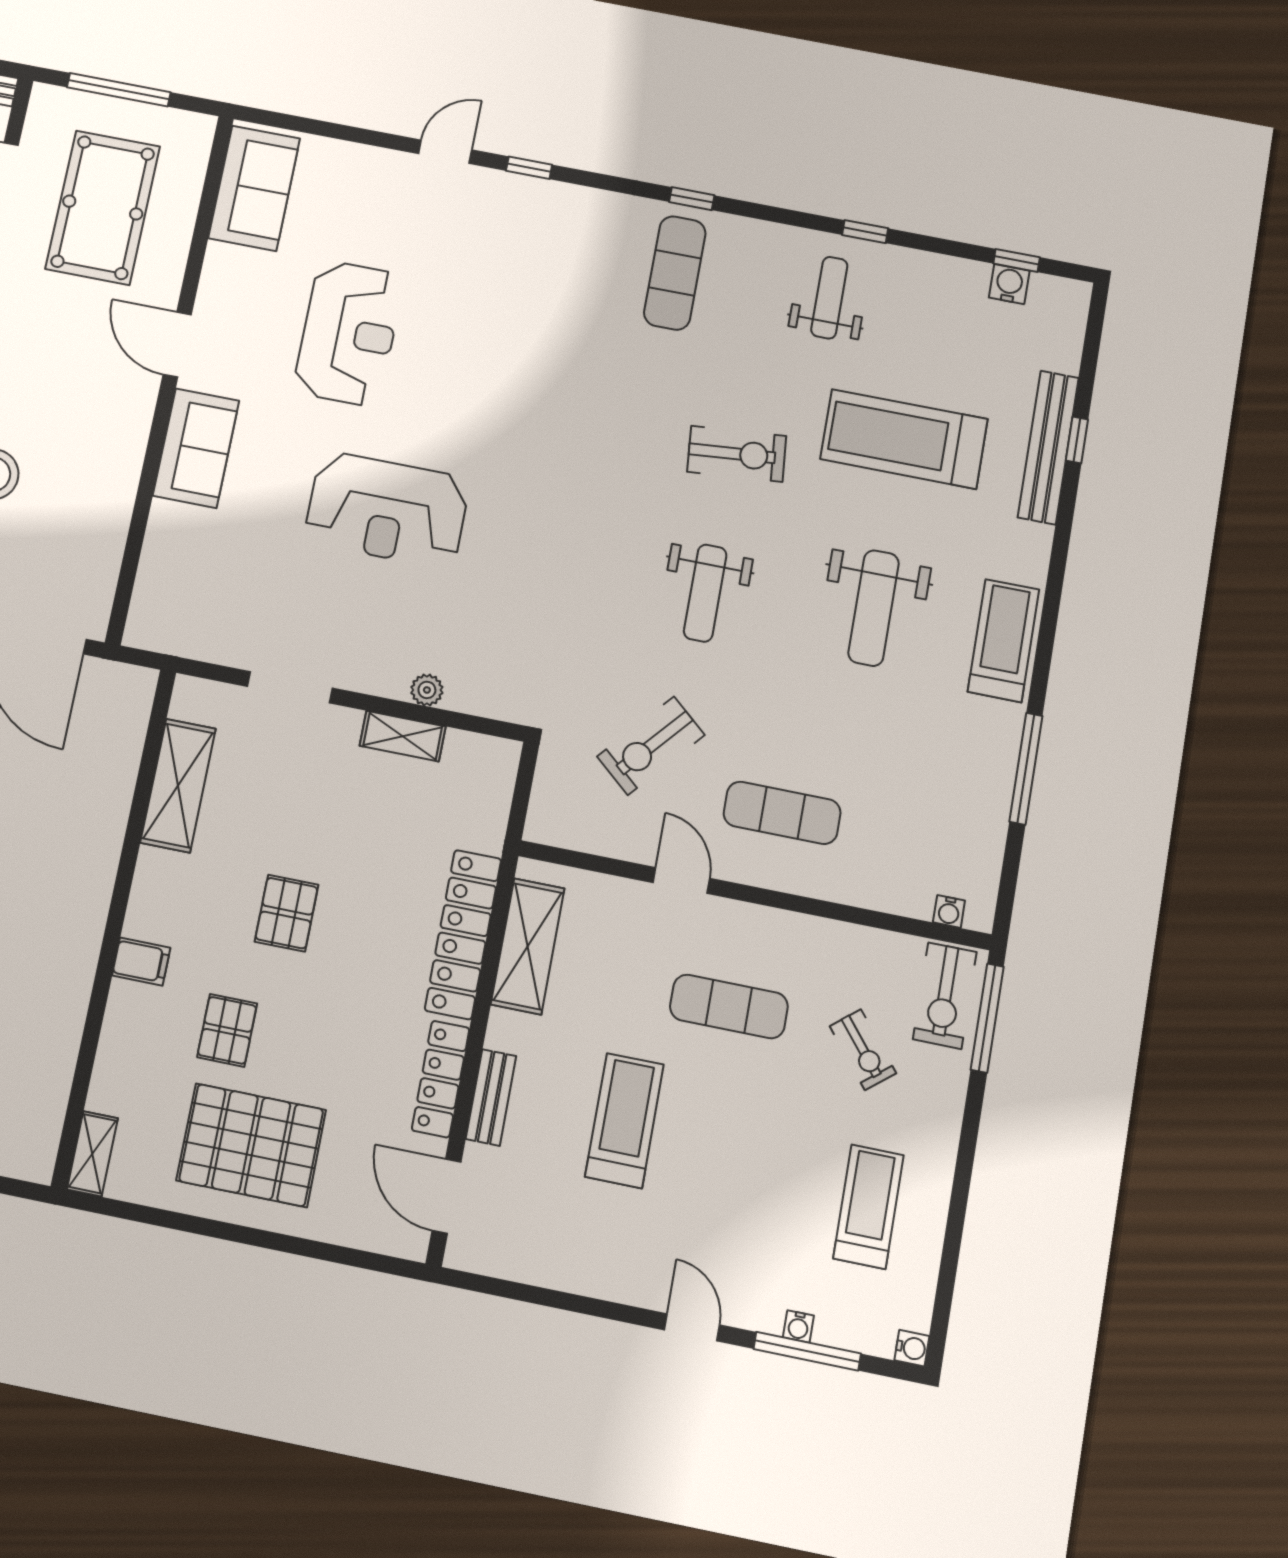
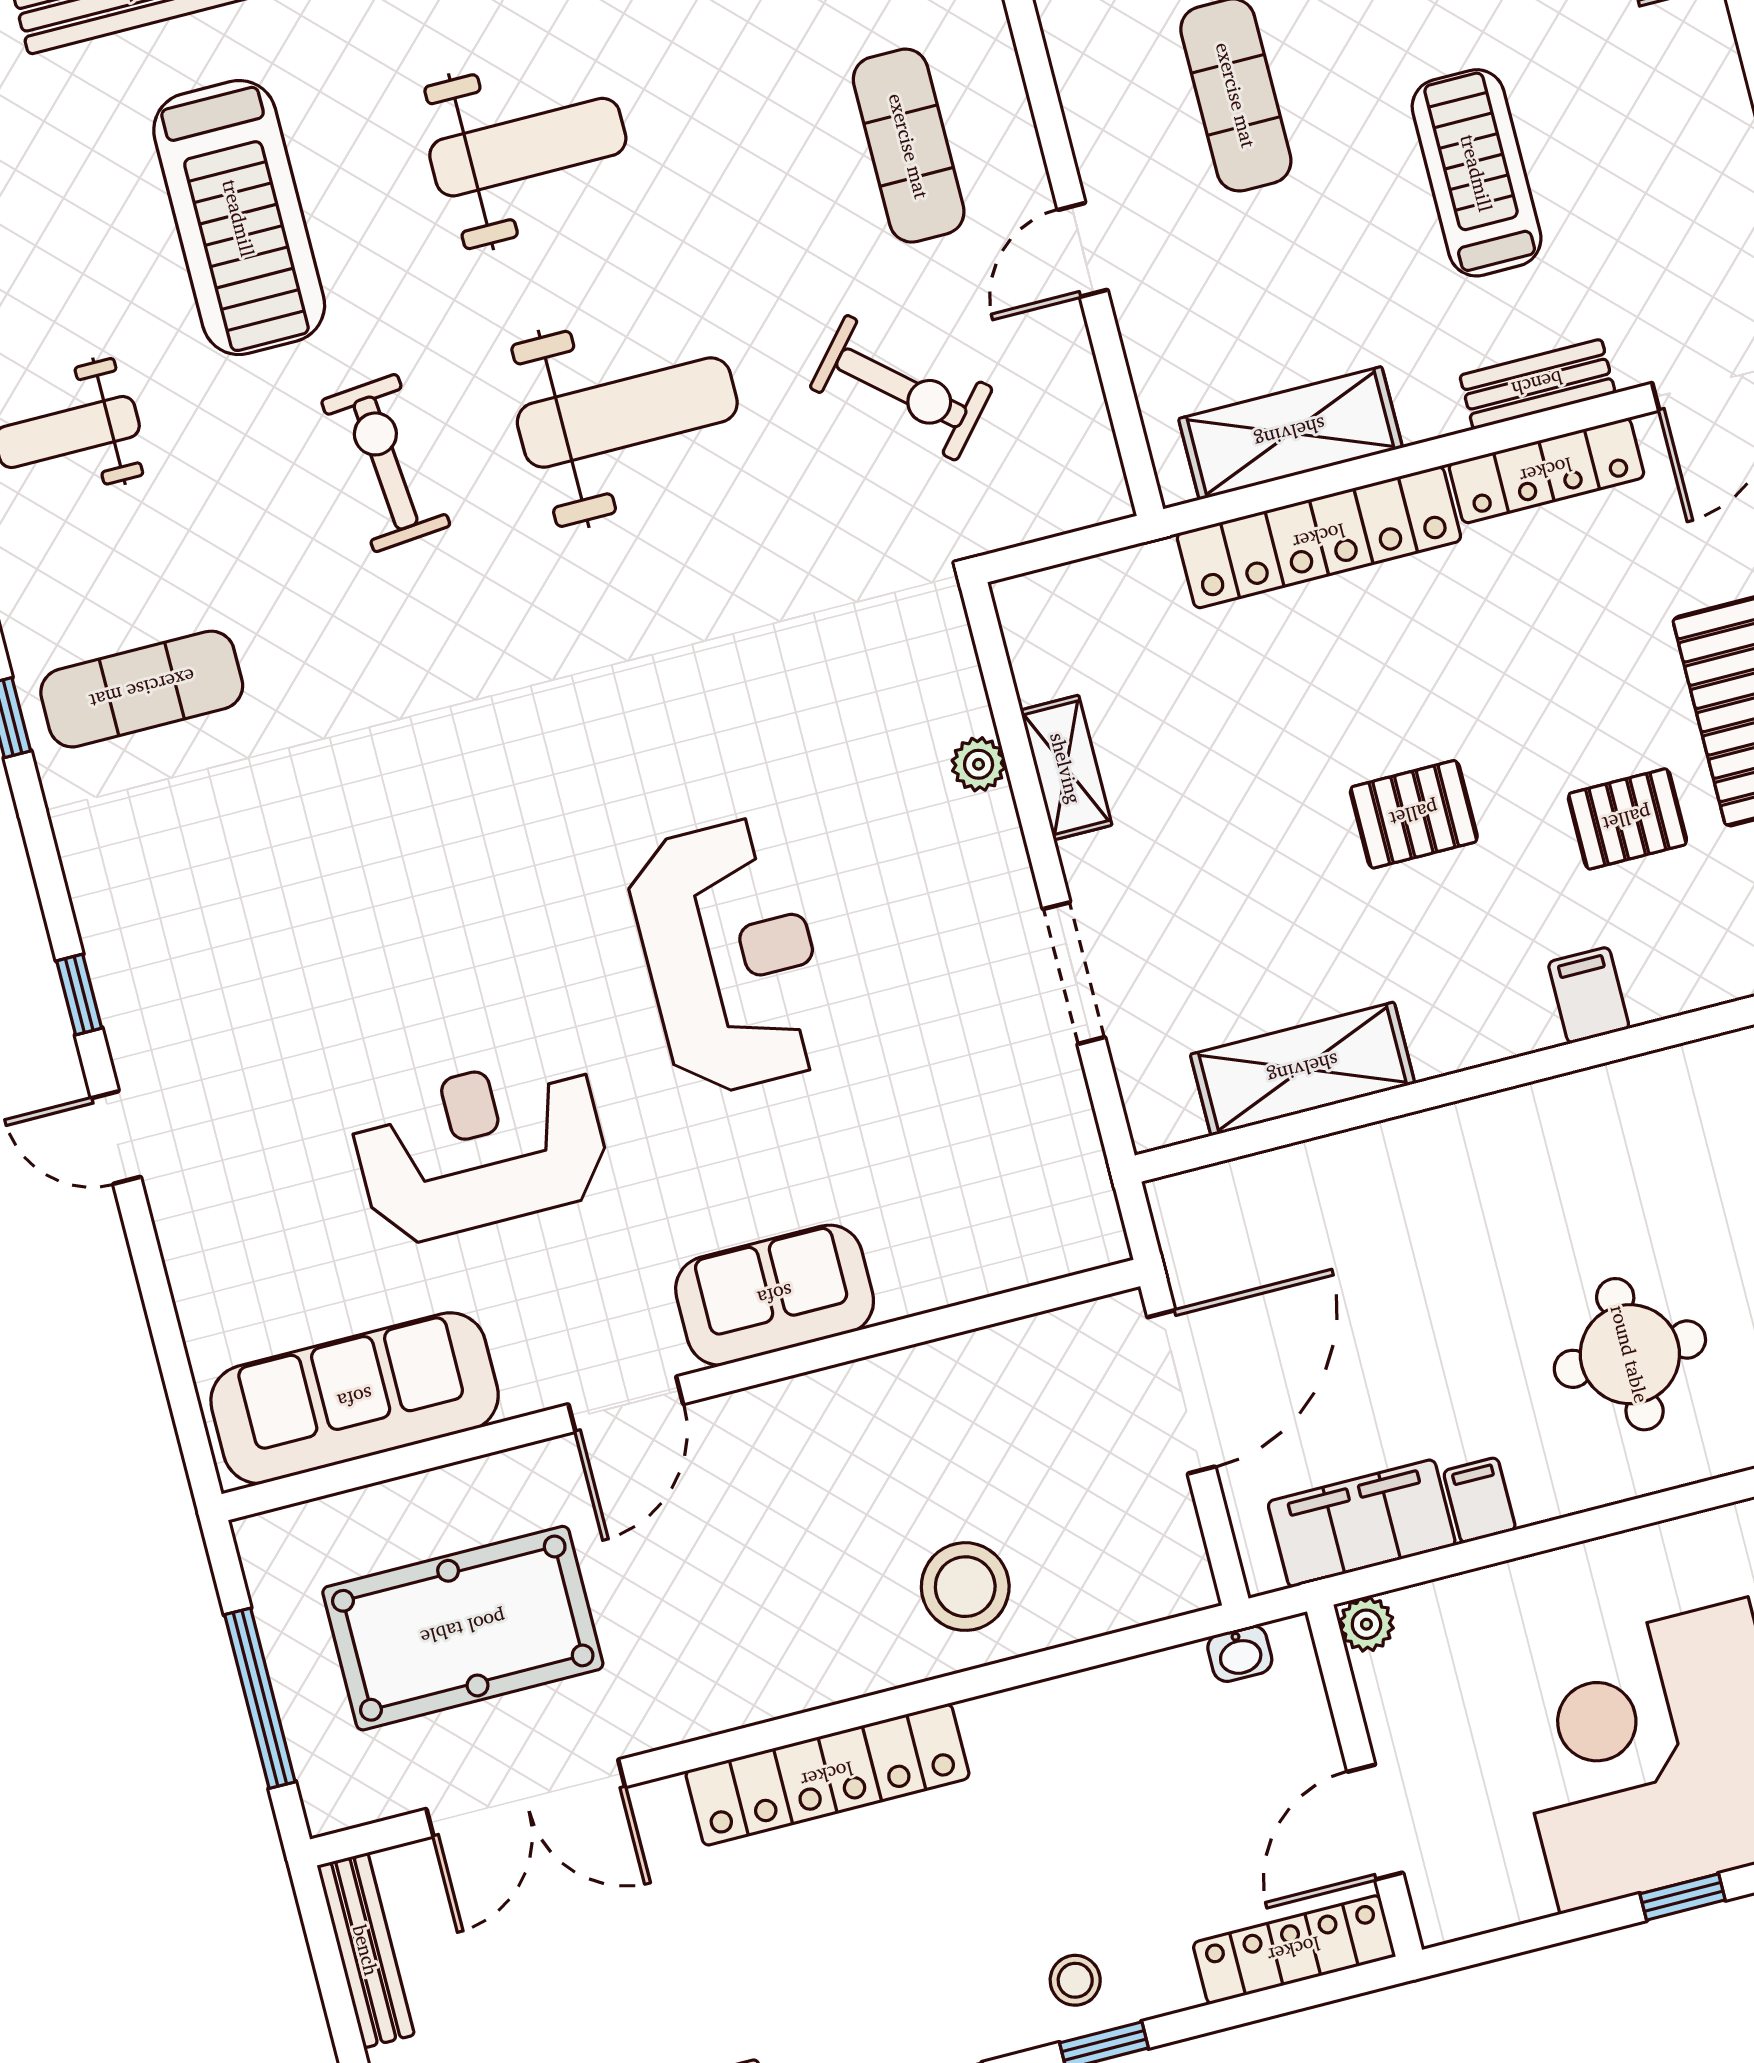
sofa: (254, 188) -> (355, 1398), width x1.36
weight bench: (705, 593) -> (627, 413), width x1.36, depth x1.33
treadmill: (624, 1121) -> (1477, 173), turned 90

